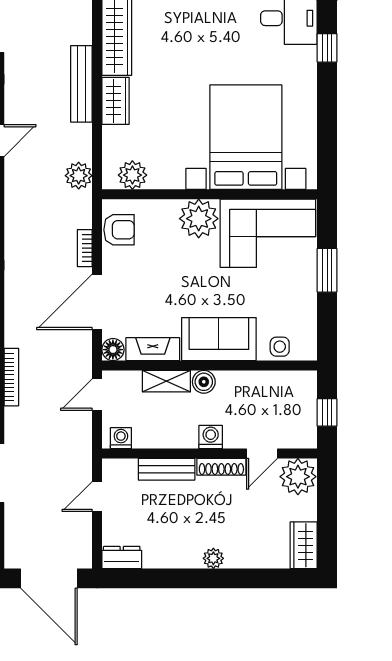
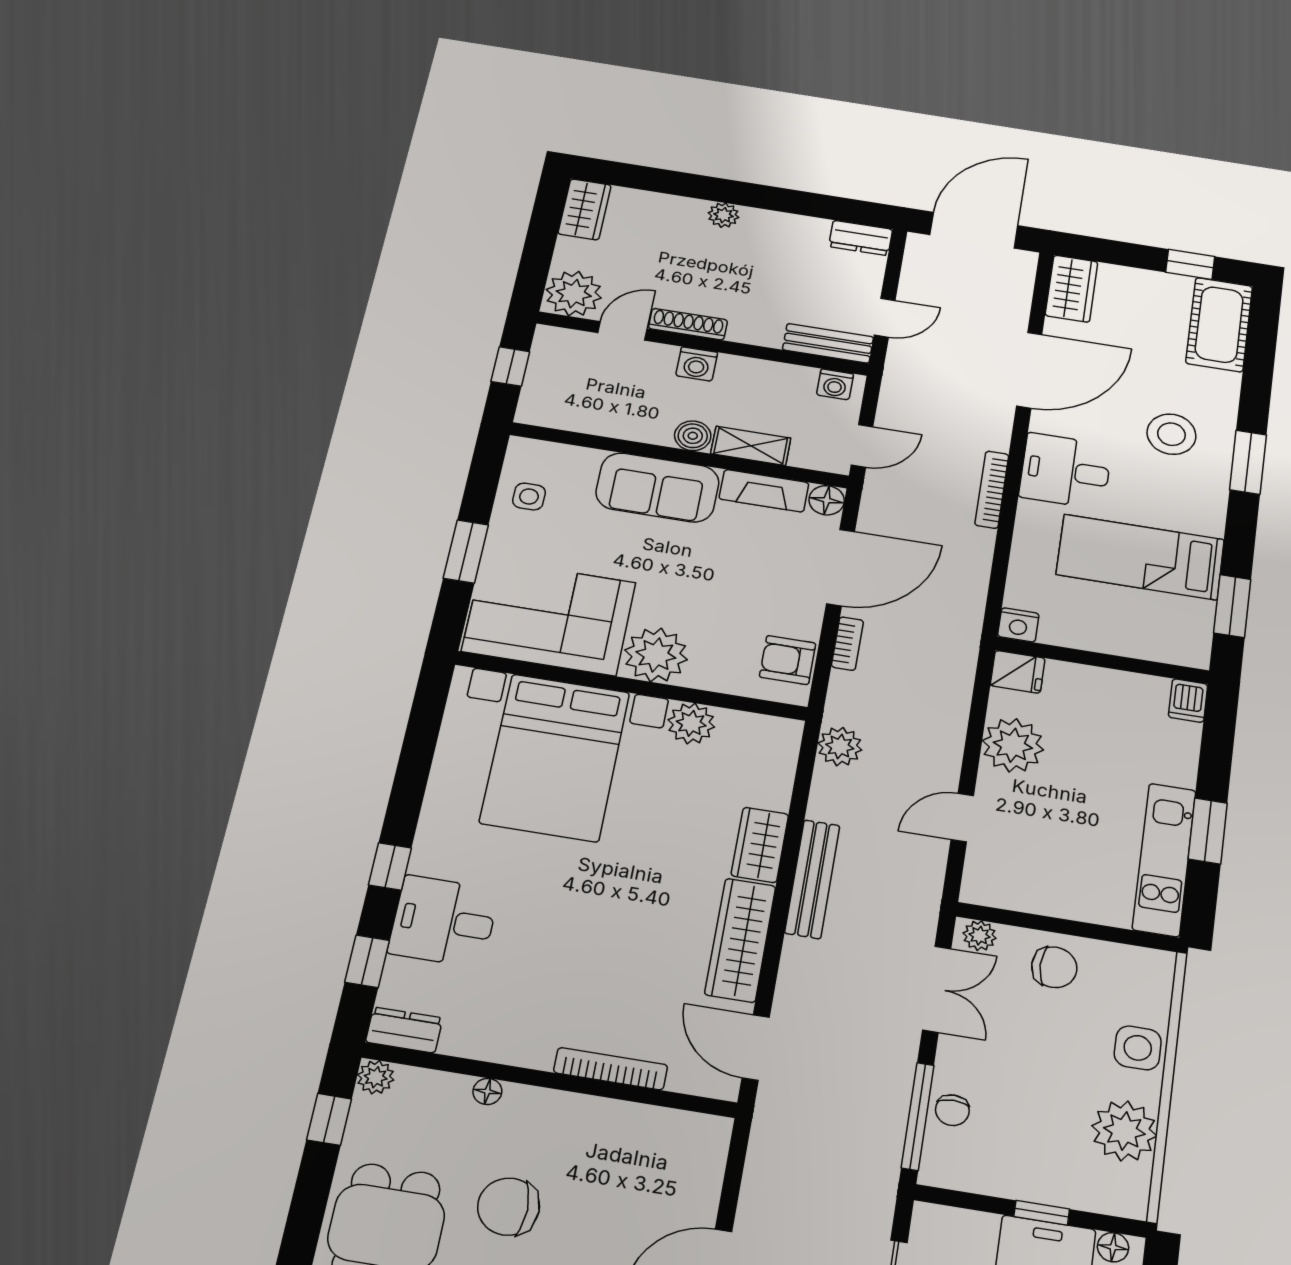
plant: (132, 175) -> (691, 723), moved
side table: (280, 347) -> (529, 497), moved
bench: (167, 469) -> (828, 343), moved
door: (49, 578) -> (974, 230), hinge flipped

